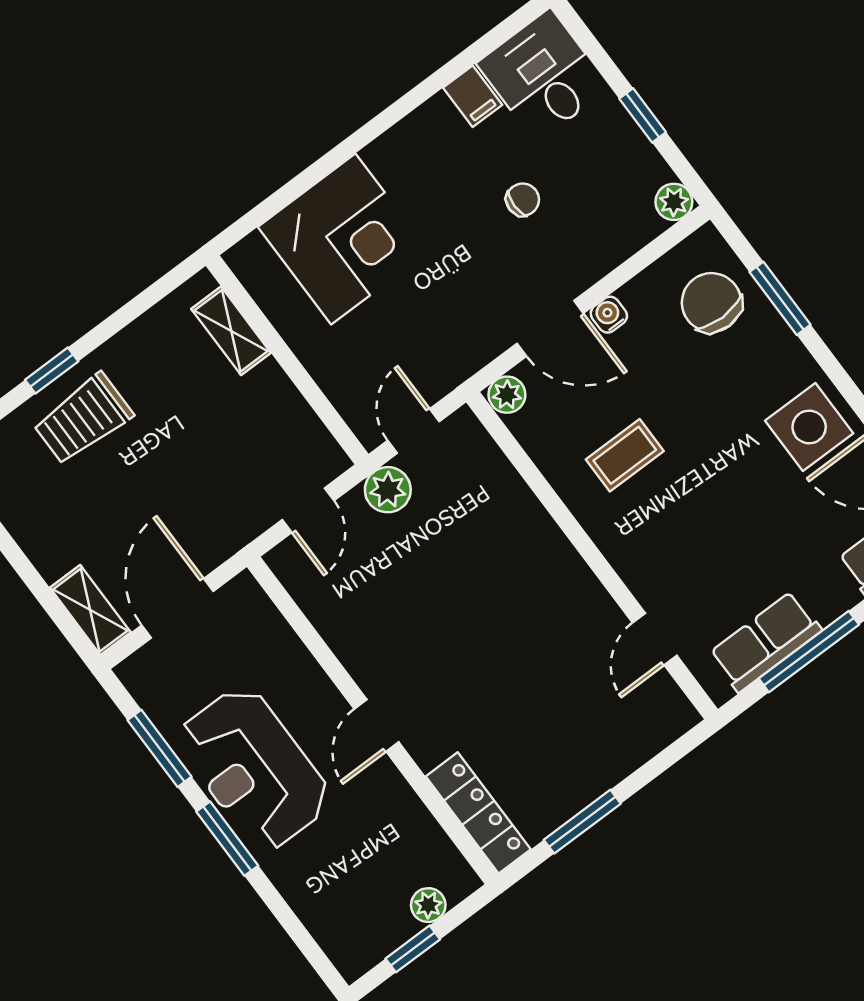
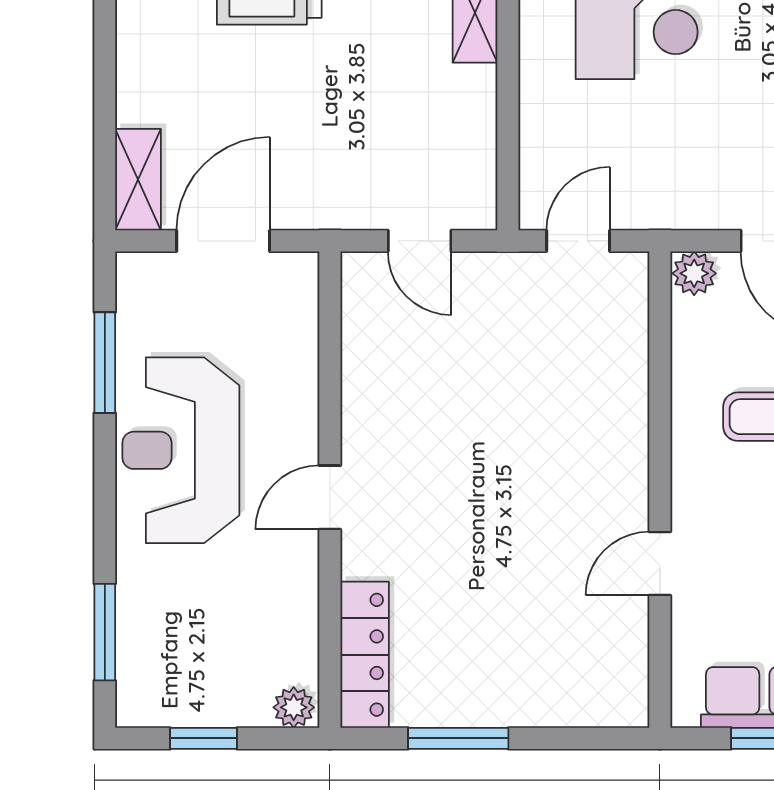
plant: (388, 490) -> (511, 279), removed
door: (308, 510) -> (420, 241), hinge flipped
door: (655, 639) -> (660, 564), moved
window: (227, 839) -> (105, 632), moved
plant: (428, 905) -> (294, 707), moved

